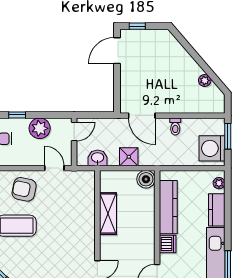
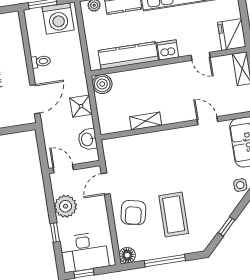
shelving: (108, 214) -> (146, 121), width x0.67, depth x0.75

